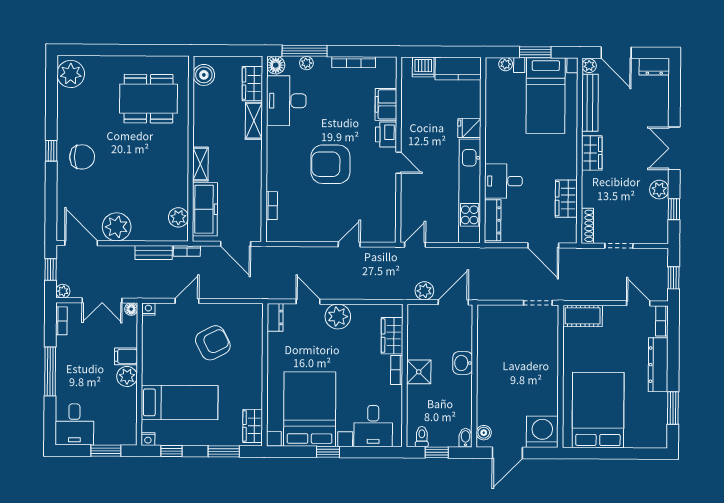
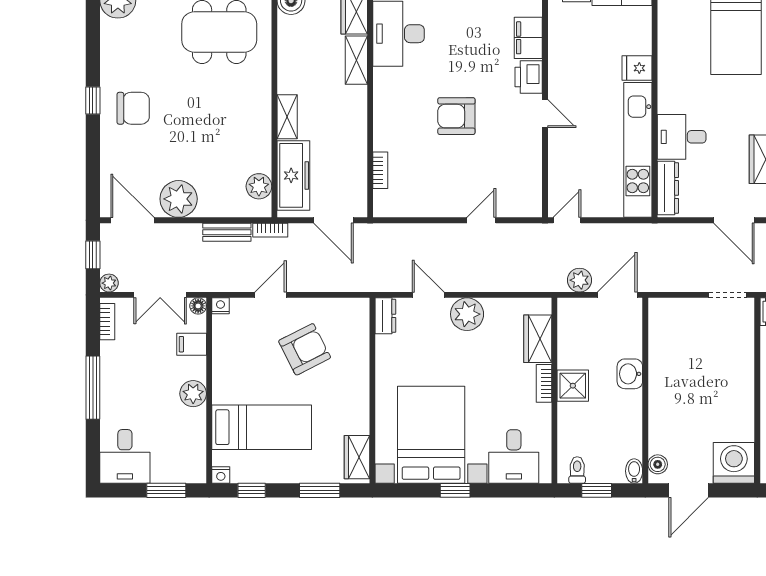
armchair: (330, 164) -> (456, 116), width x0.73, depth x0.73
filing cabinet: (126, 356) -> (192, 344), moved

